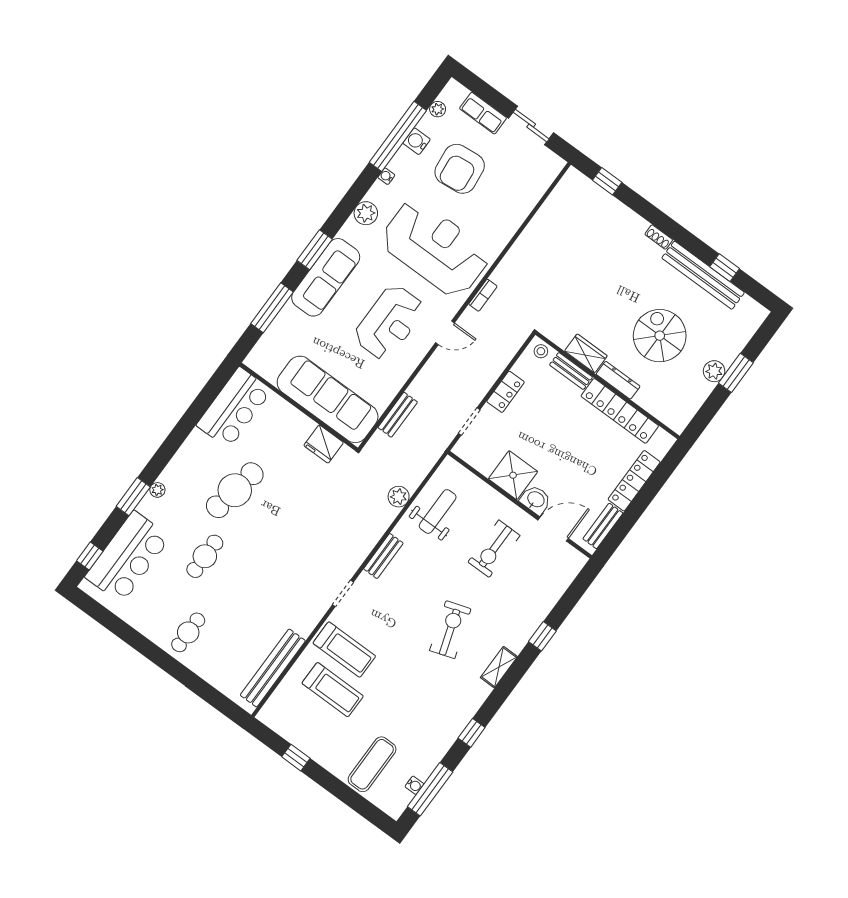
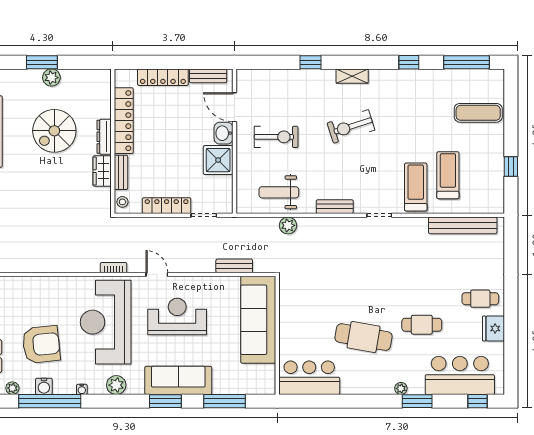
locker: (506, 392) -> (167, 206), width x1.53
fridge: (324, 444) -> (493, 328), moved, turned 180
water cooler: (414, 785) -> (471, 75), removed

